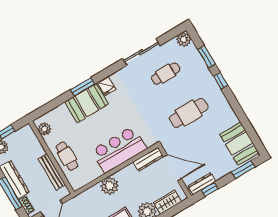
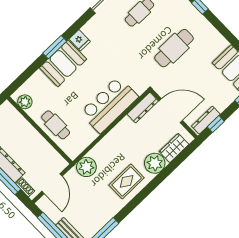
bench: (52, 172) -> (44, 145), removed
plant: (110, 186) -> (86, 167), moved

